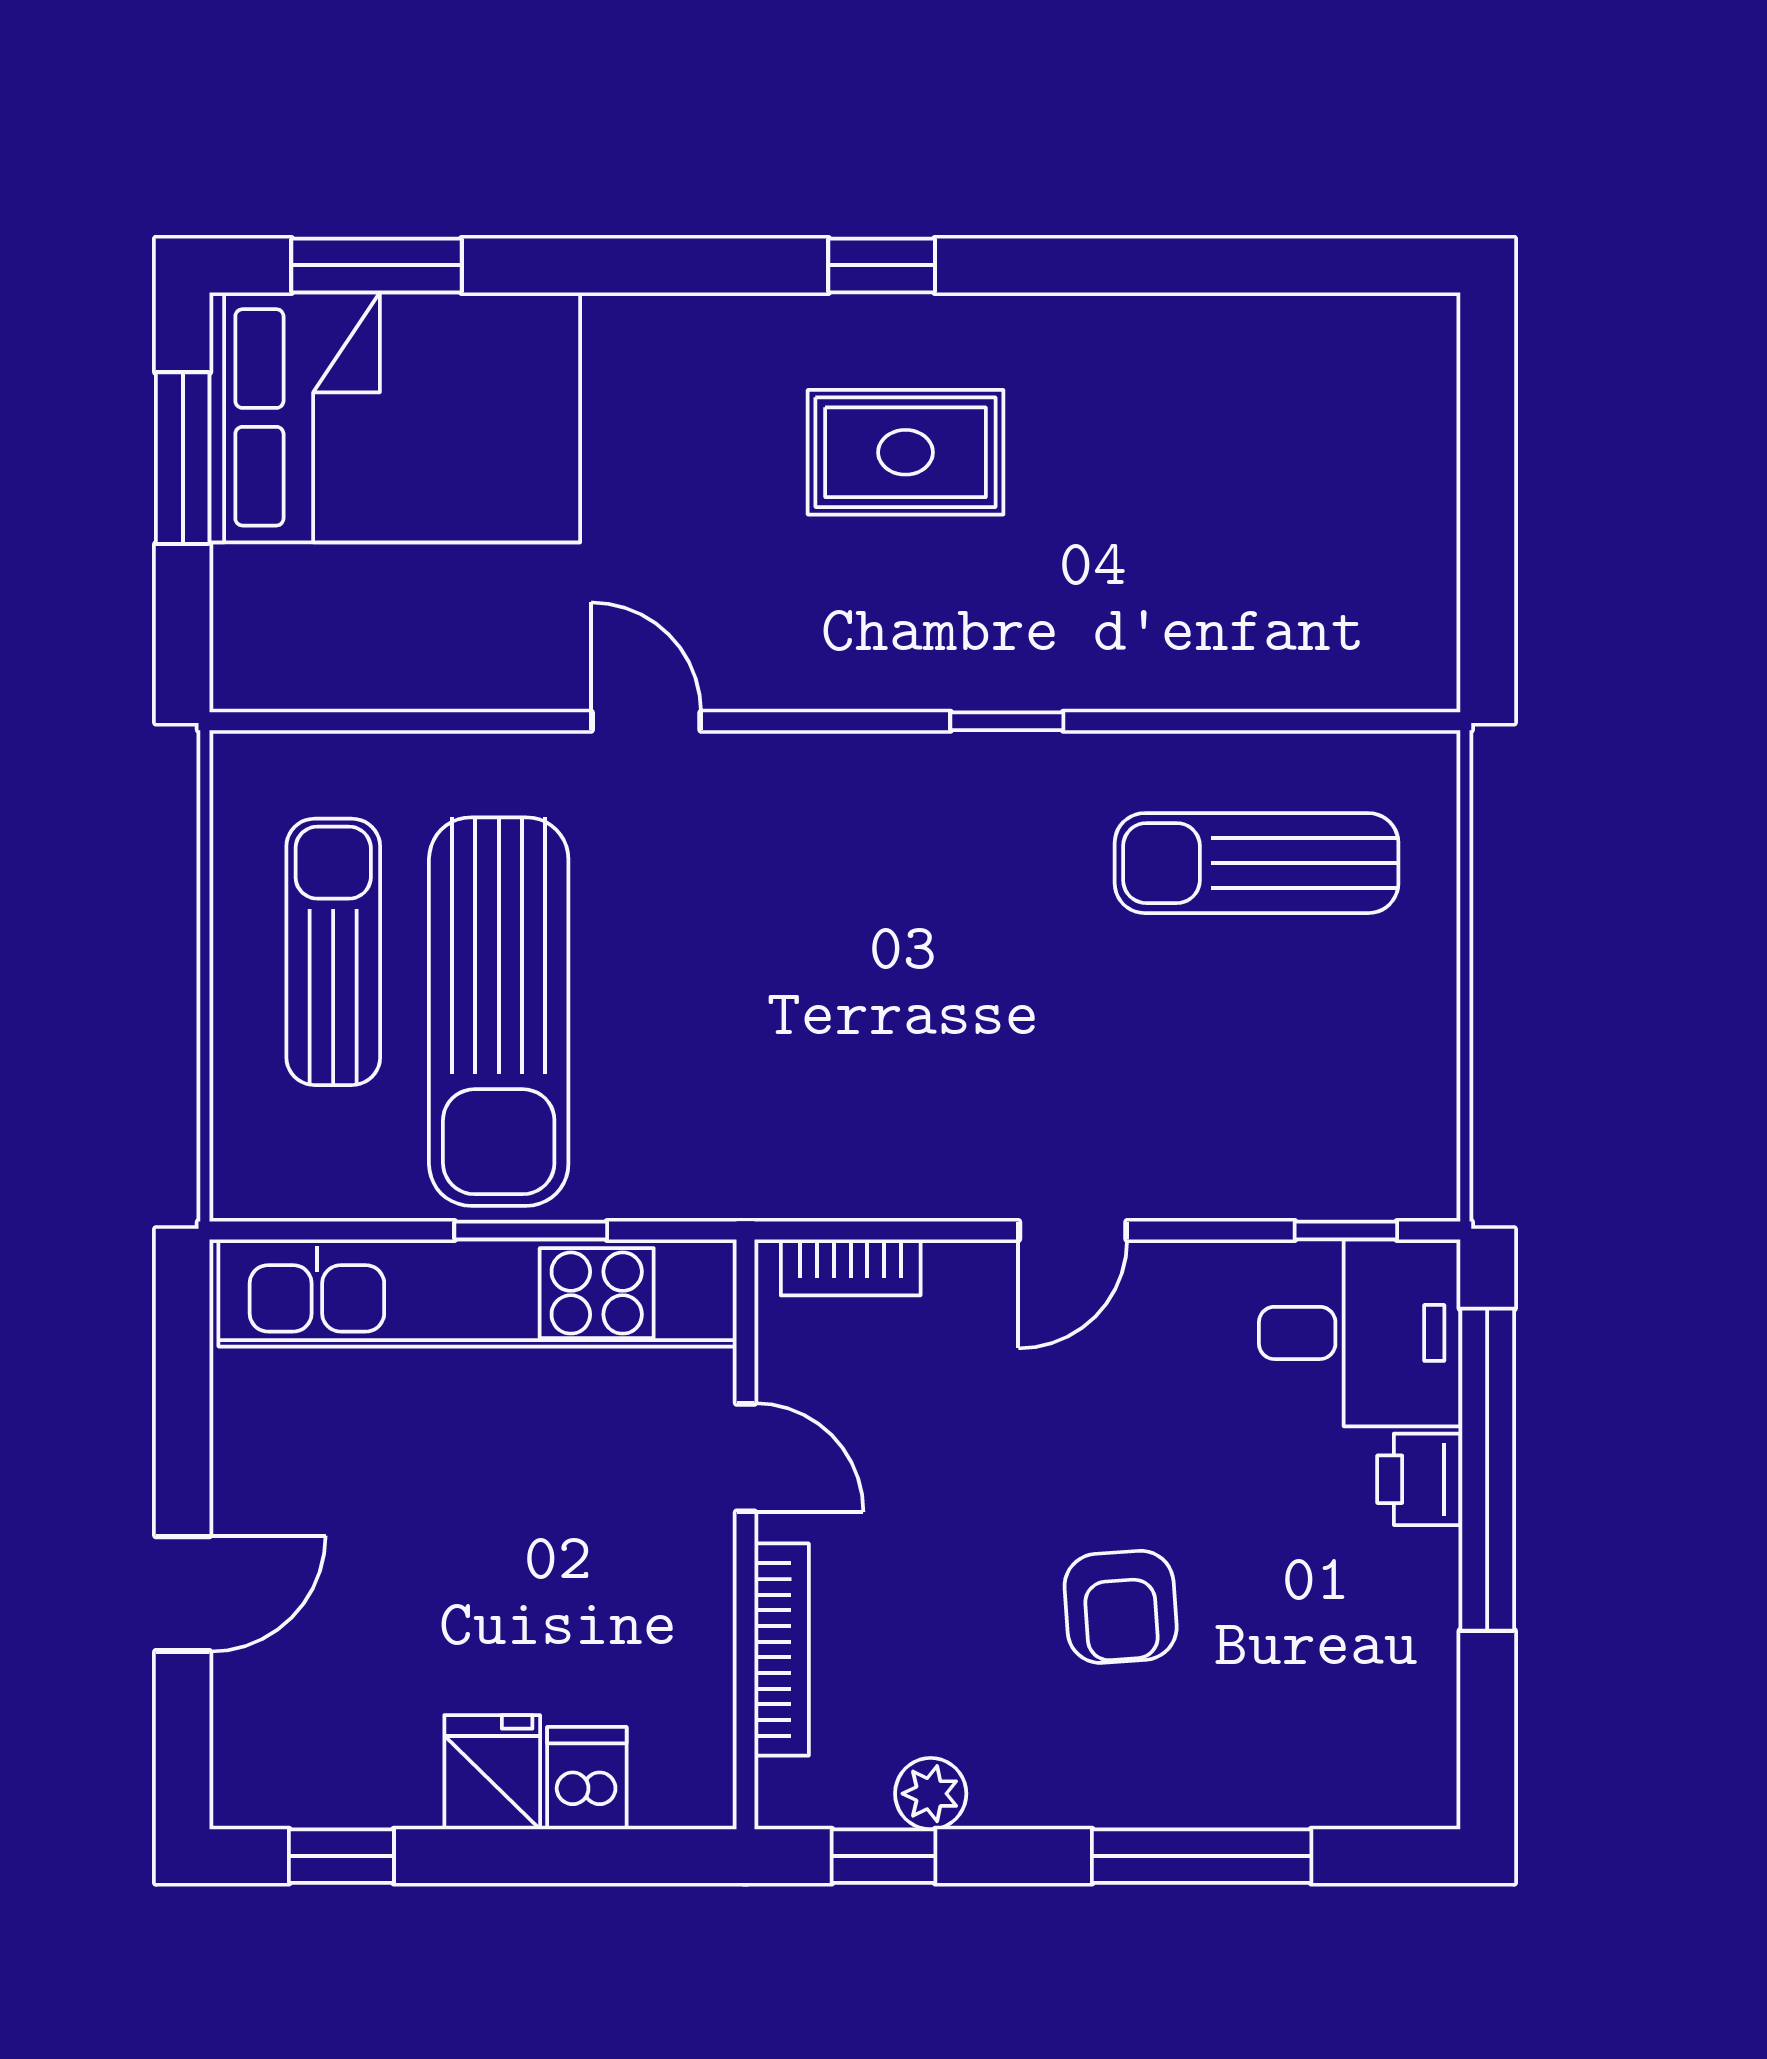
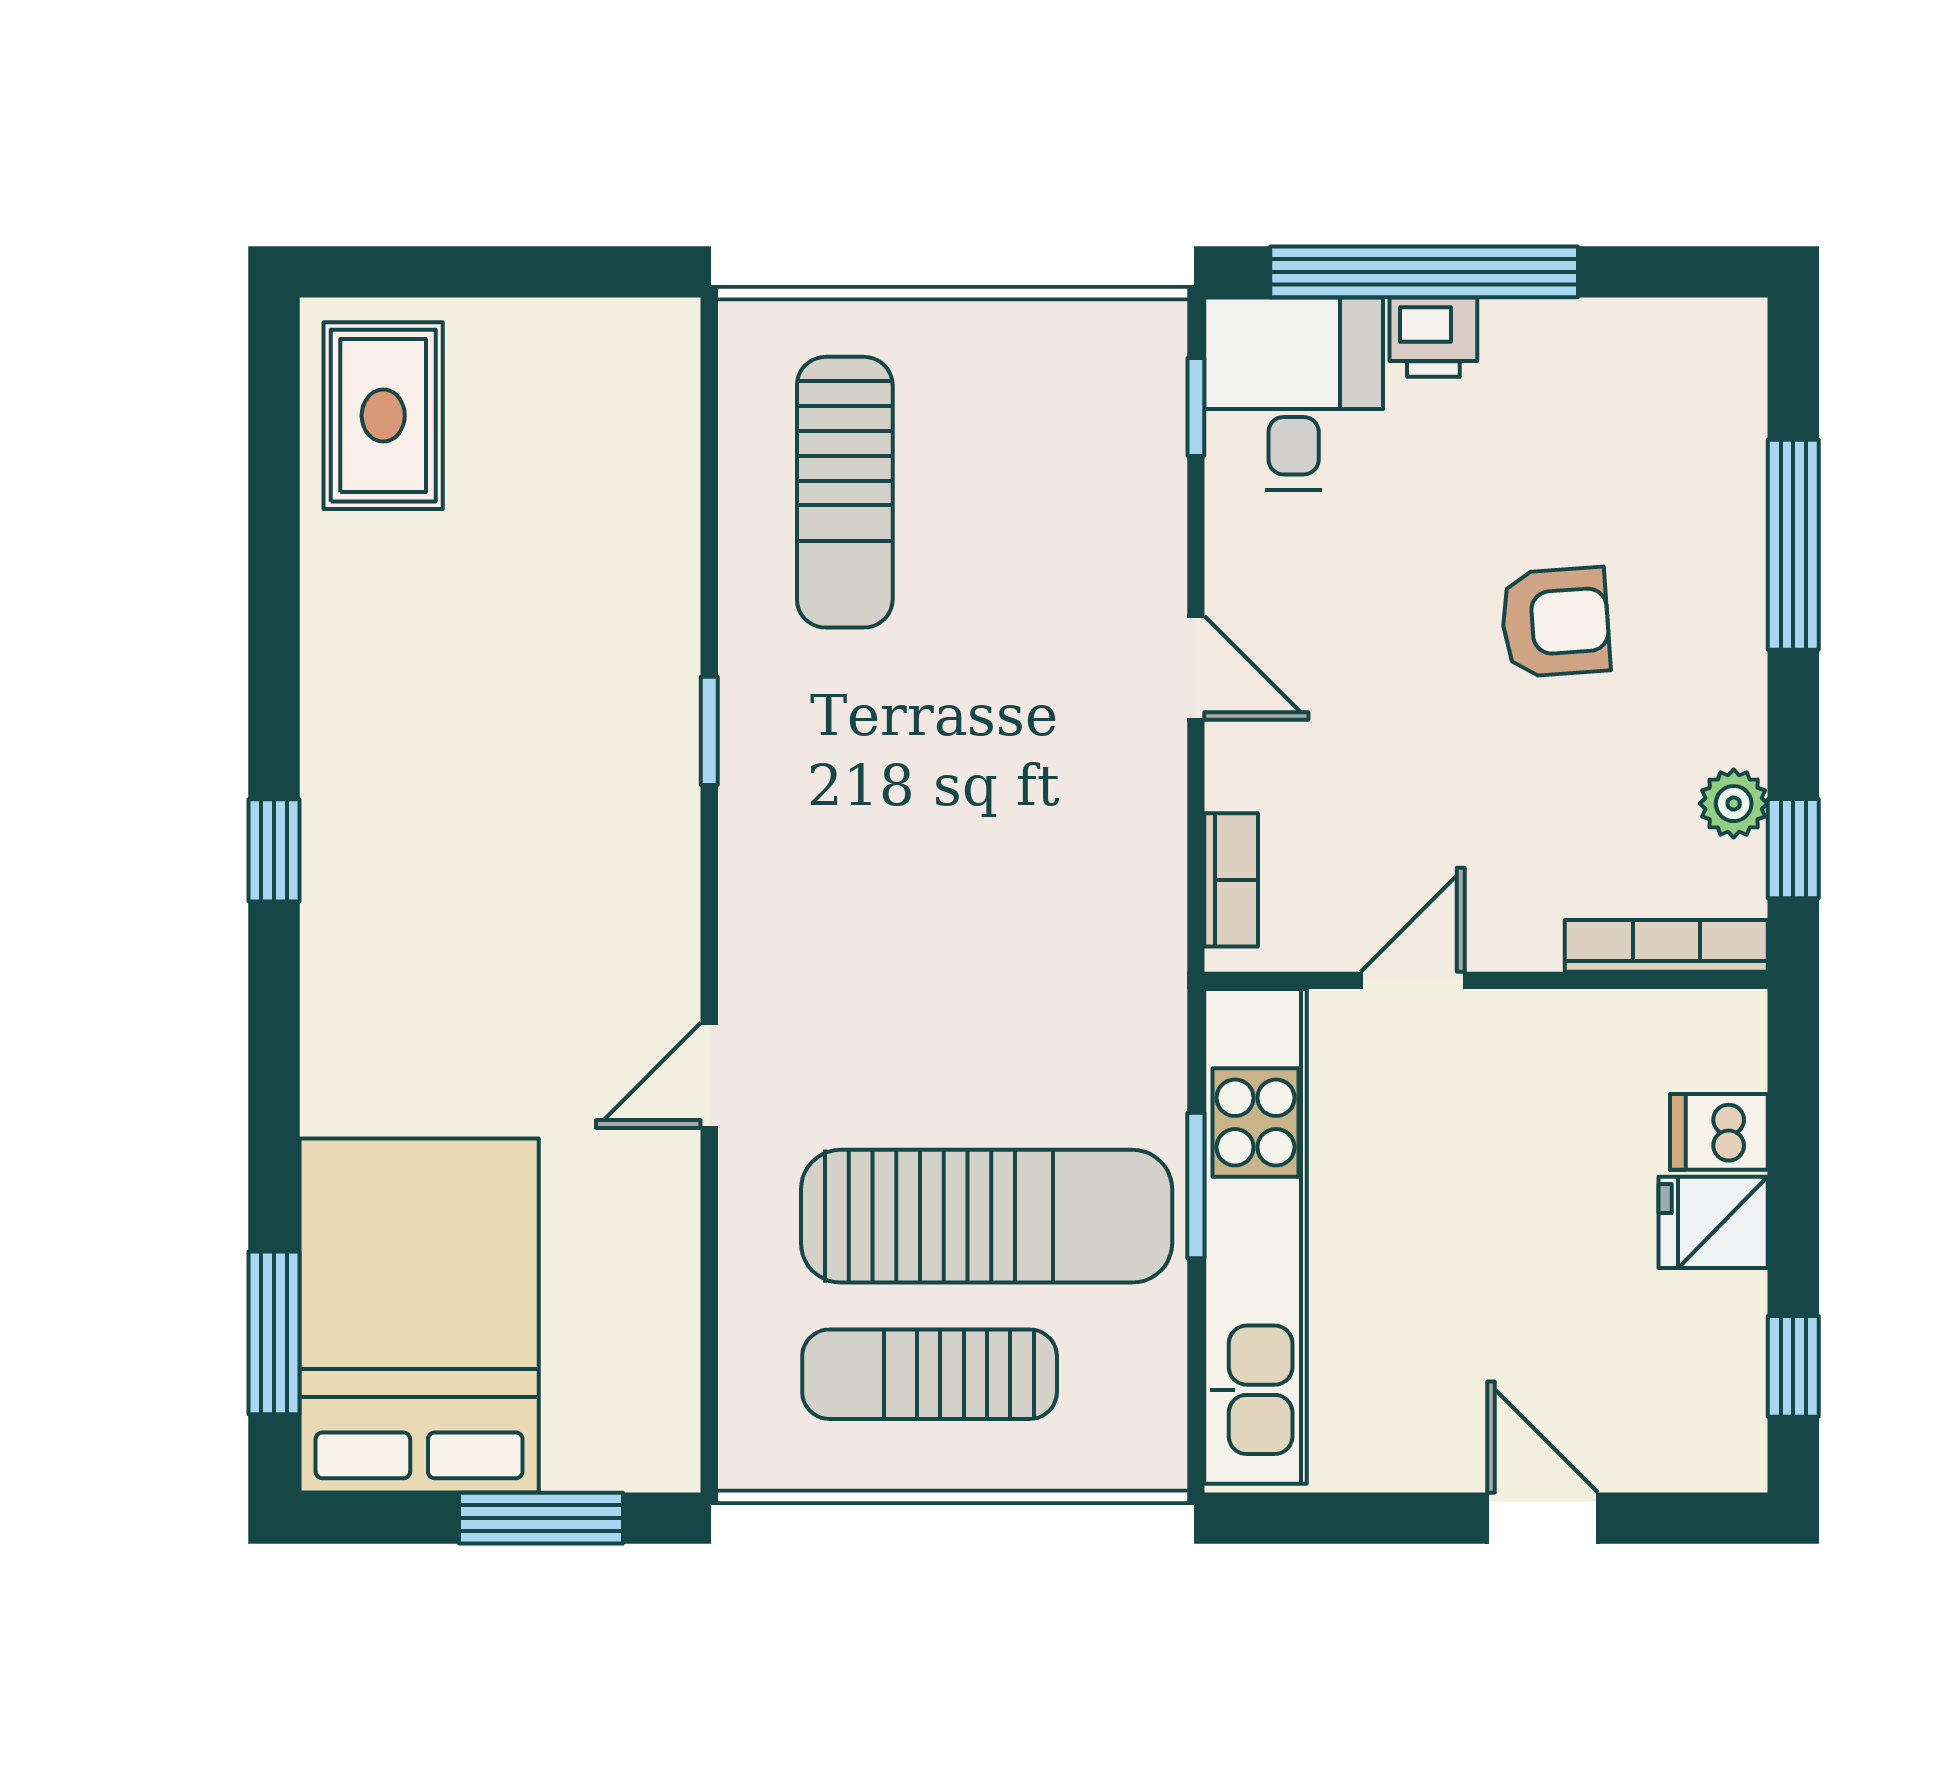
rug: (906, 452) -> (383, 416), moved
window: (183, 458) -> (541, 1518), moved
bookcase: (782, 1650) -> (1666, 946), moved

